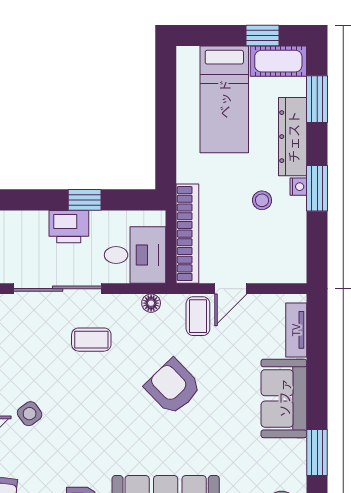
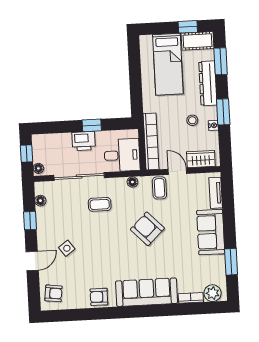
nightstand: (298, 187) -> (213, 125), moved
wardrobe: (273, 269) -> (201, 159), added
door: (231, 289) -> (177, 171), swing flipped

